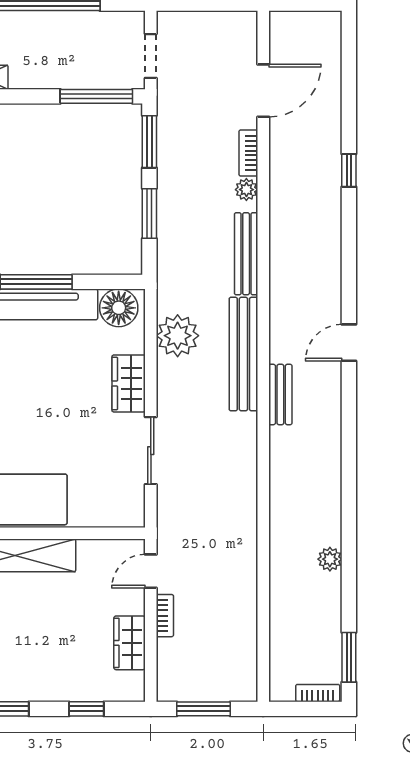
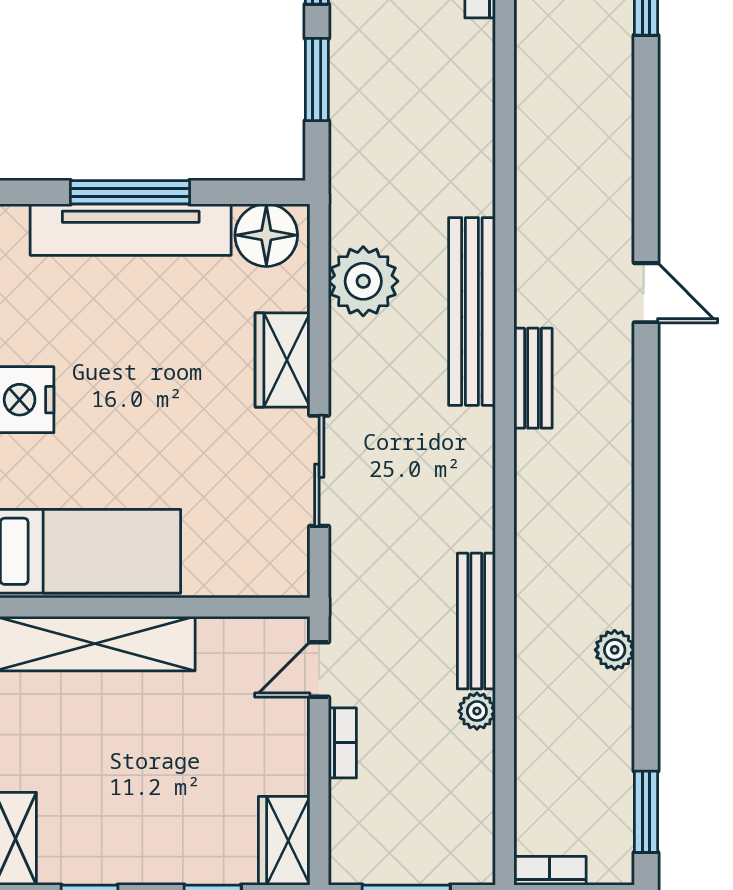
plant: (246, 190) -> (477, 711), moved
bench: (246, 254) -> (476, 621), moved
door: (349, 343) -> (646, 293), swing flipped
wardrobe: (130, 643) -> (284, 841), moved
bookcase: (318, 693) -> (550, 871), moved

